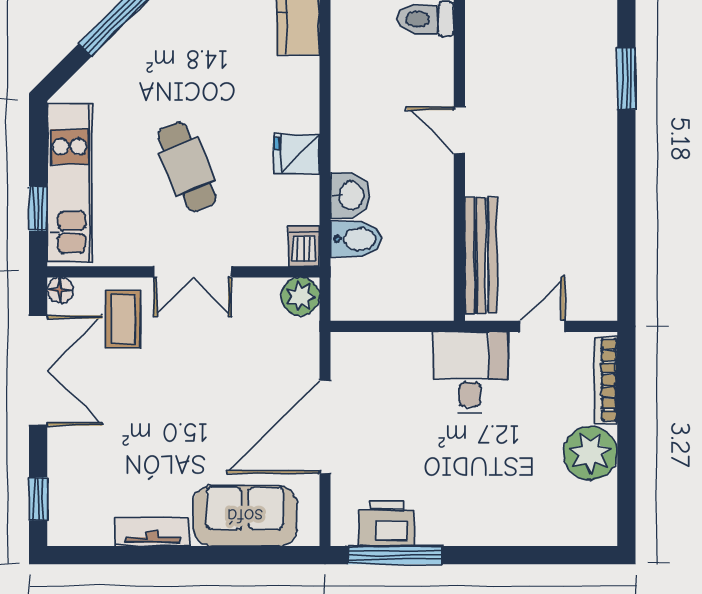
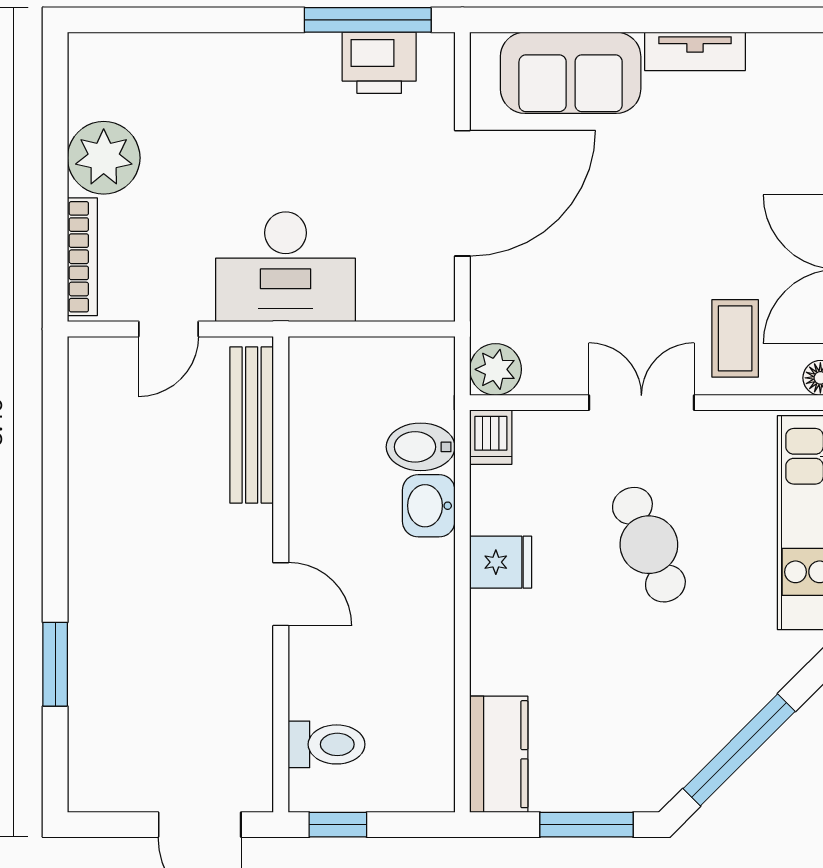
desk: (470, 372) -> (286, 267), width x1.37

